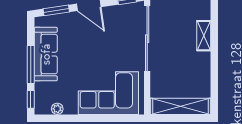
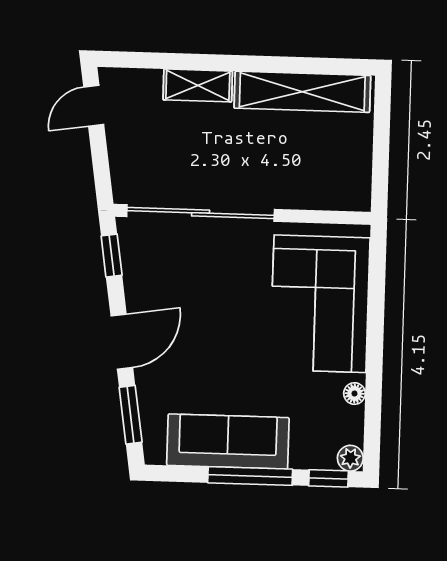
shelving: (181, 106) -> (302, 92), moved, turned 90
plant: (57, 109) -> (350, 458), moved
floor lamp: (69, 110) -> (354, 394), added

